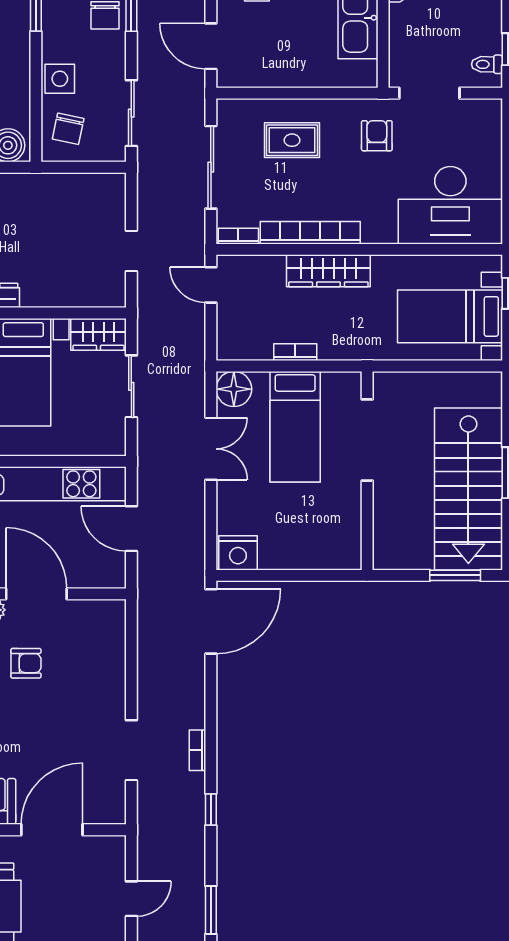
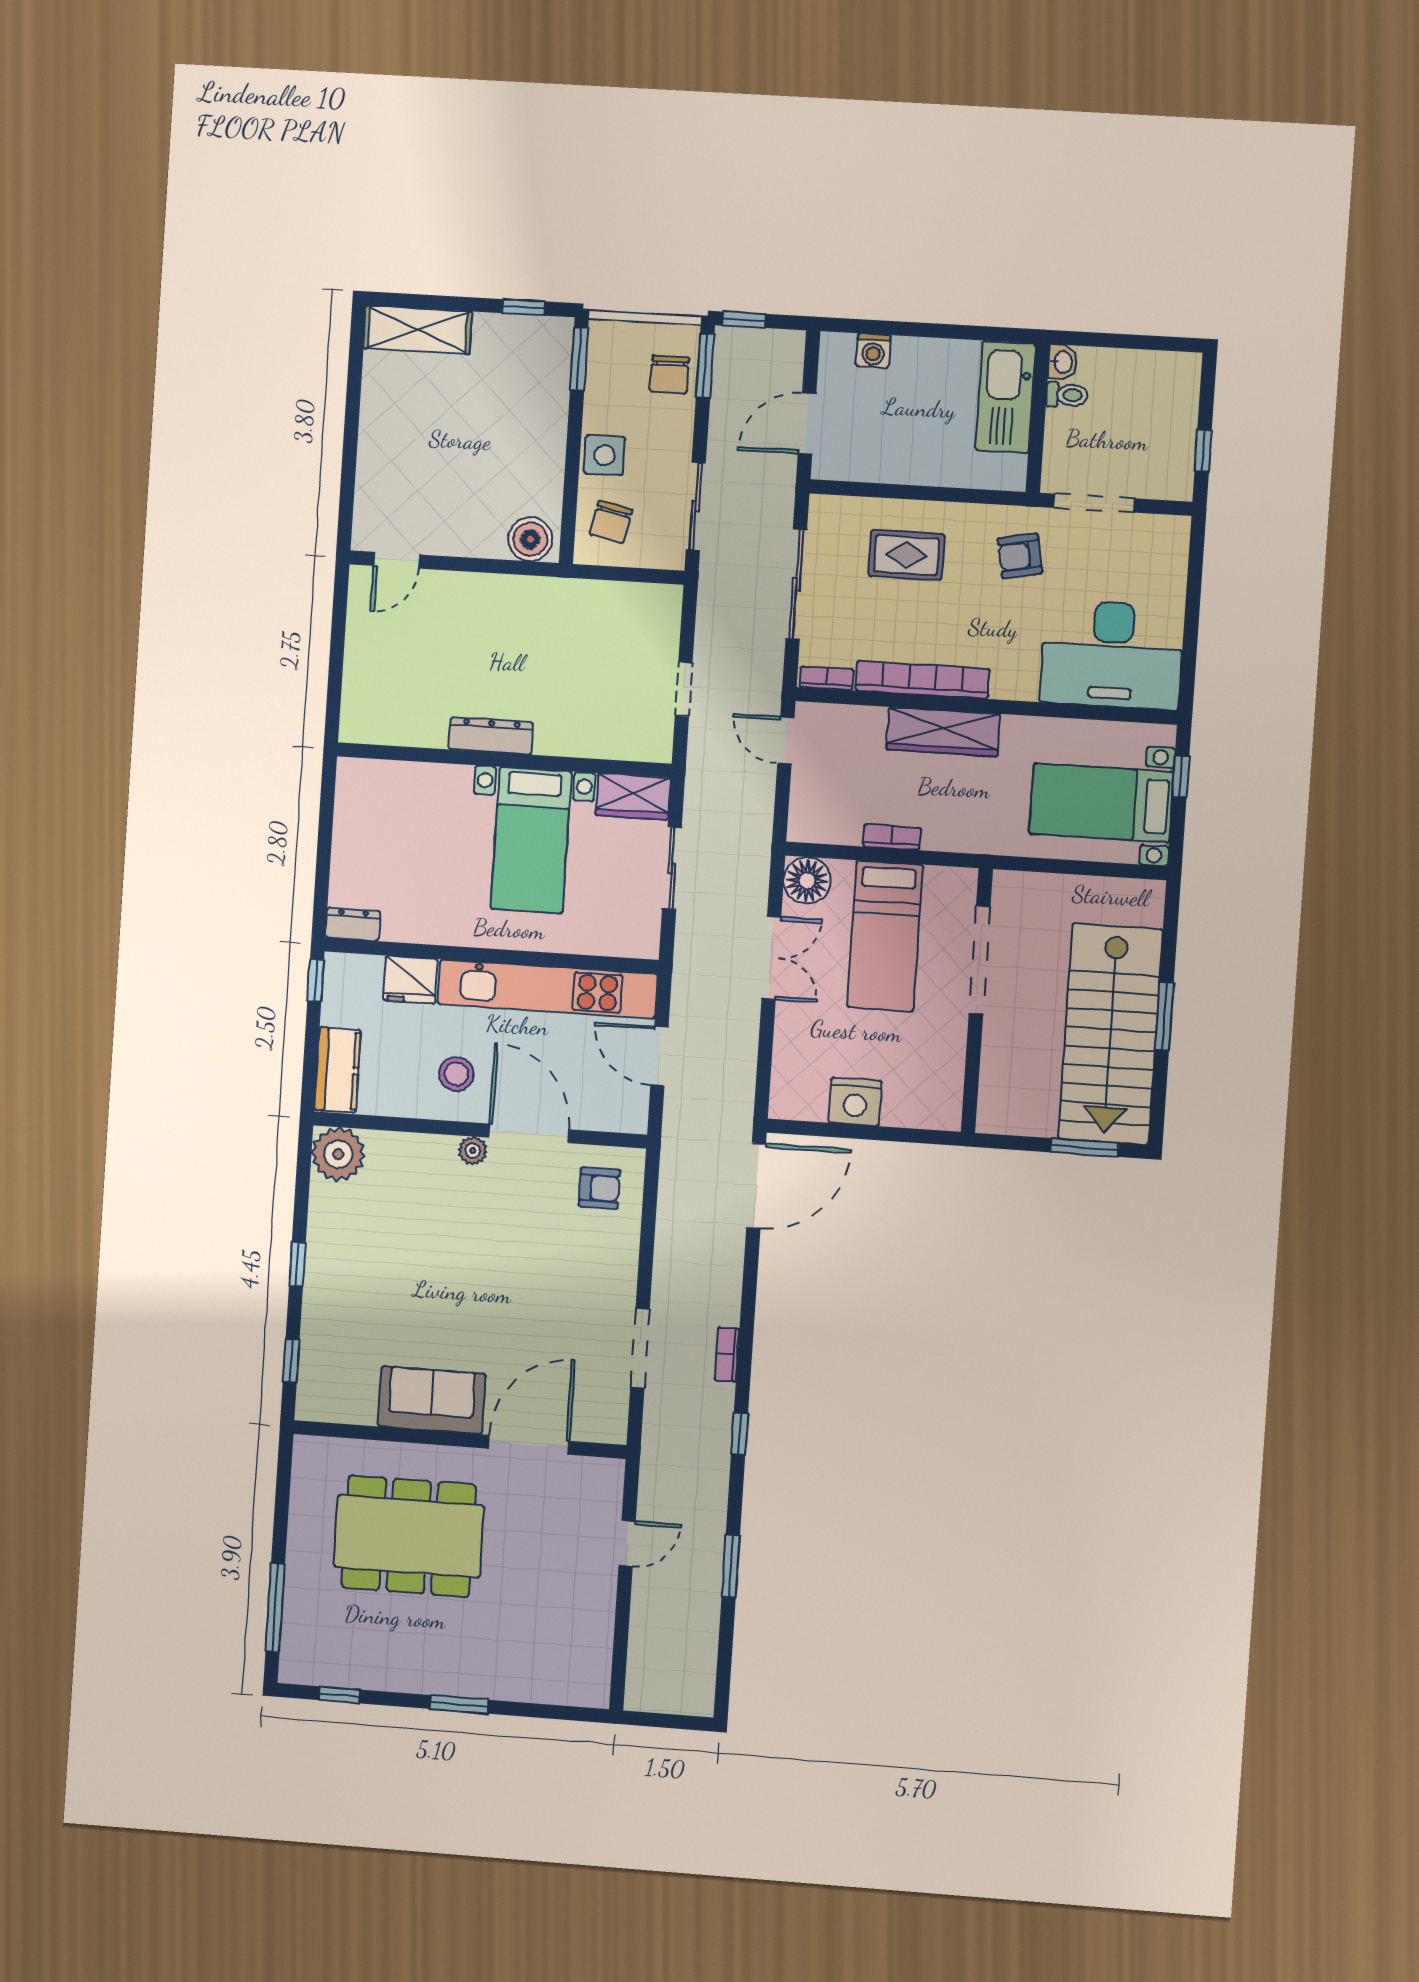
door: (211, 46) -> (807, 424), hinge flipped
toilet: (487, 64) -> (1067, 395), moved, turned 180
armchair: (377, 136) -> (1020, 556), turned -101
nightstand: (238, 553) -> (855, 1102), moved
armchair: (26, 663) -> (599, 1188), moved

